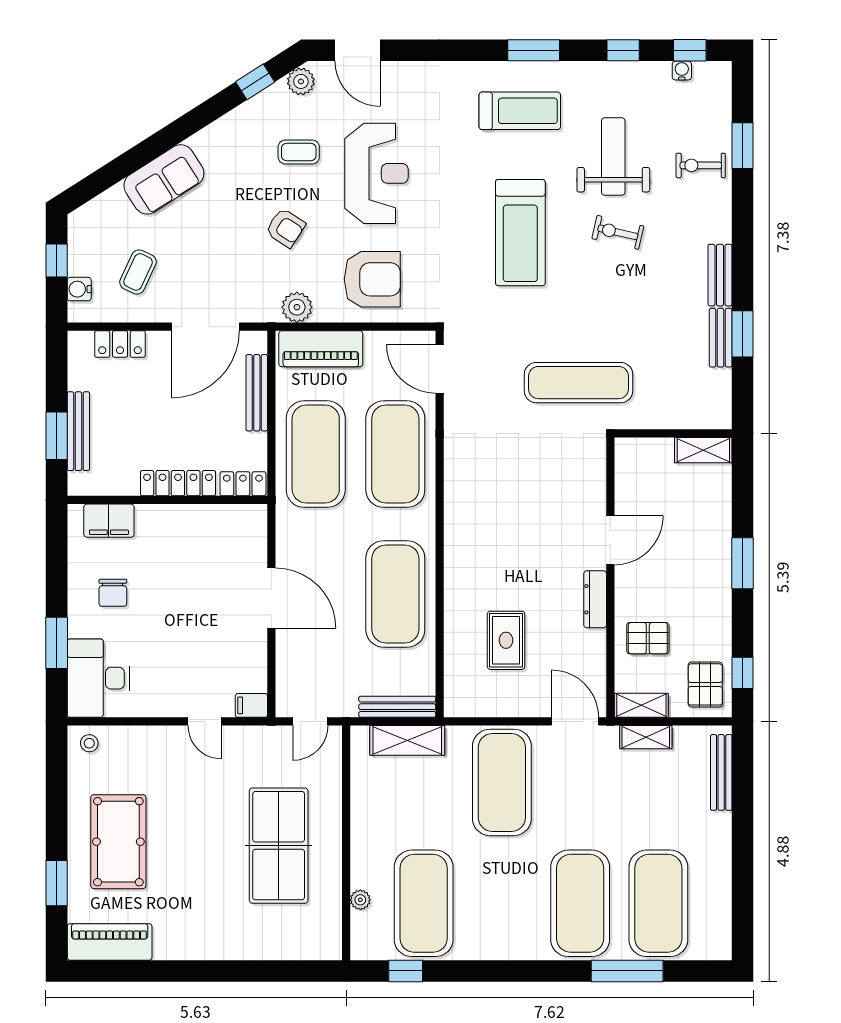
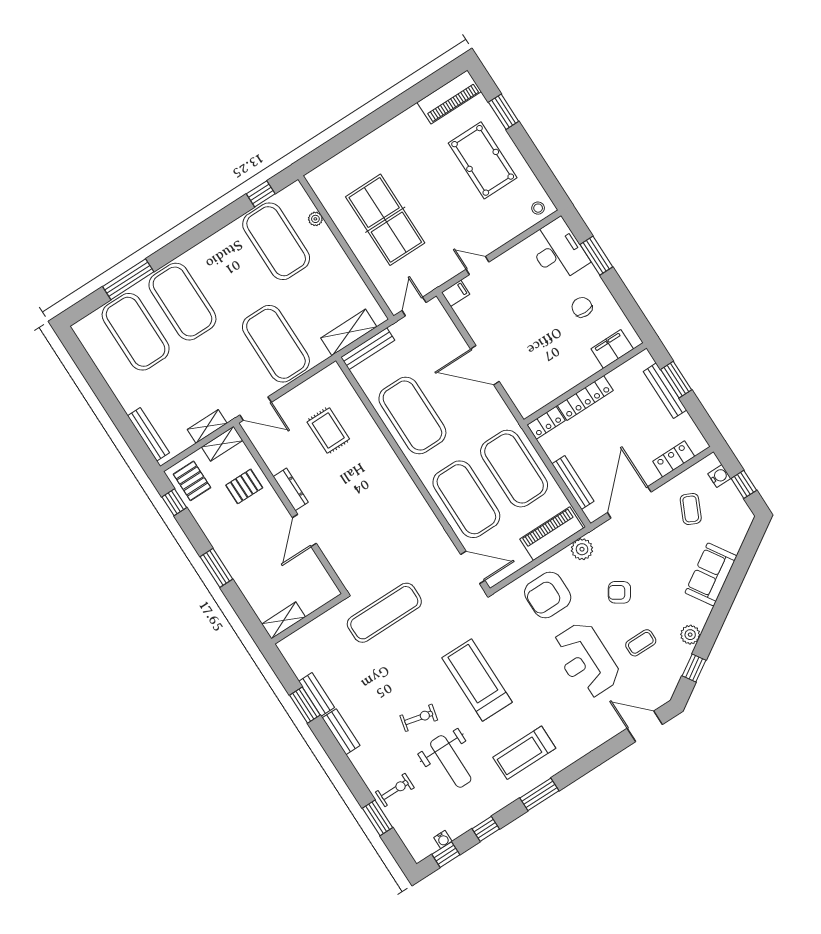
plant: (301, 81) -> (690, 635), moved

